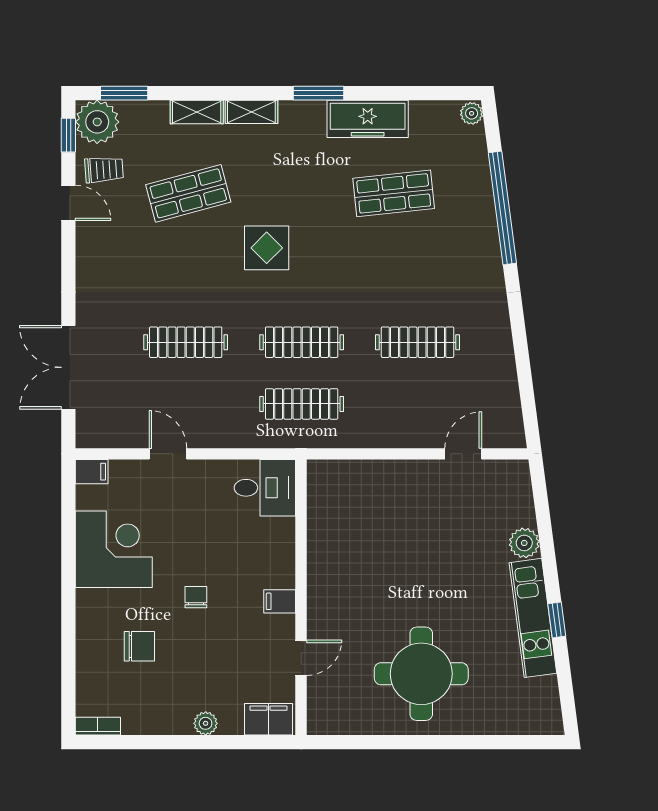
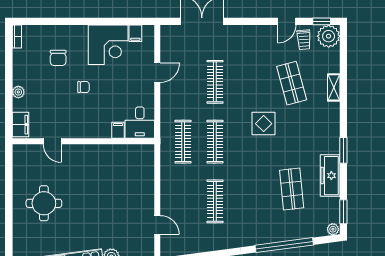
window: (124, 93) -> (343, 212), moved
shelving: (251, 112) -> (334, 116), removed
filing cabinet: (92, 472) -> (135, 33), moved
filing cabinet: (280, 601) -> (118, 130), moved
round table: (421, 674) -> (44, 203), width x0.73, depth x0.73

